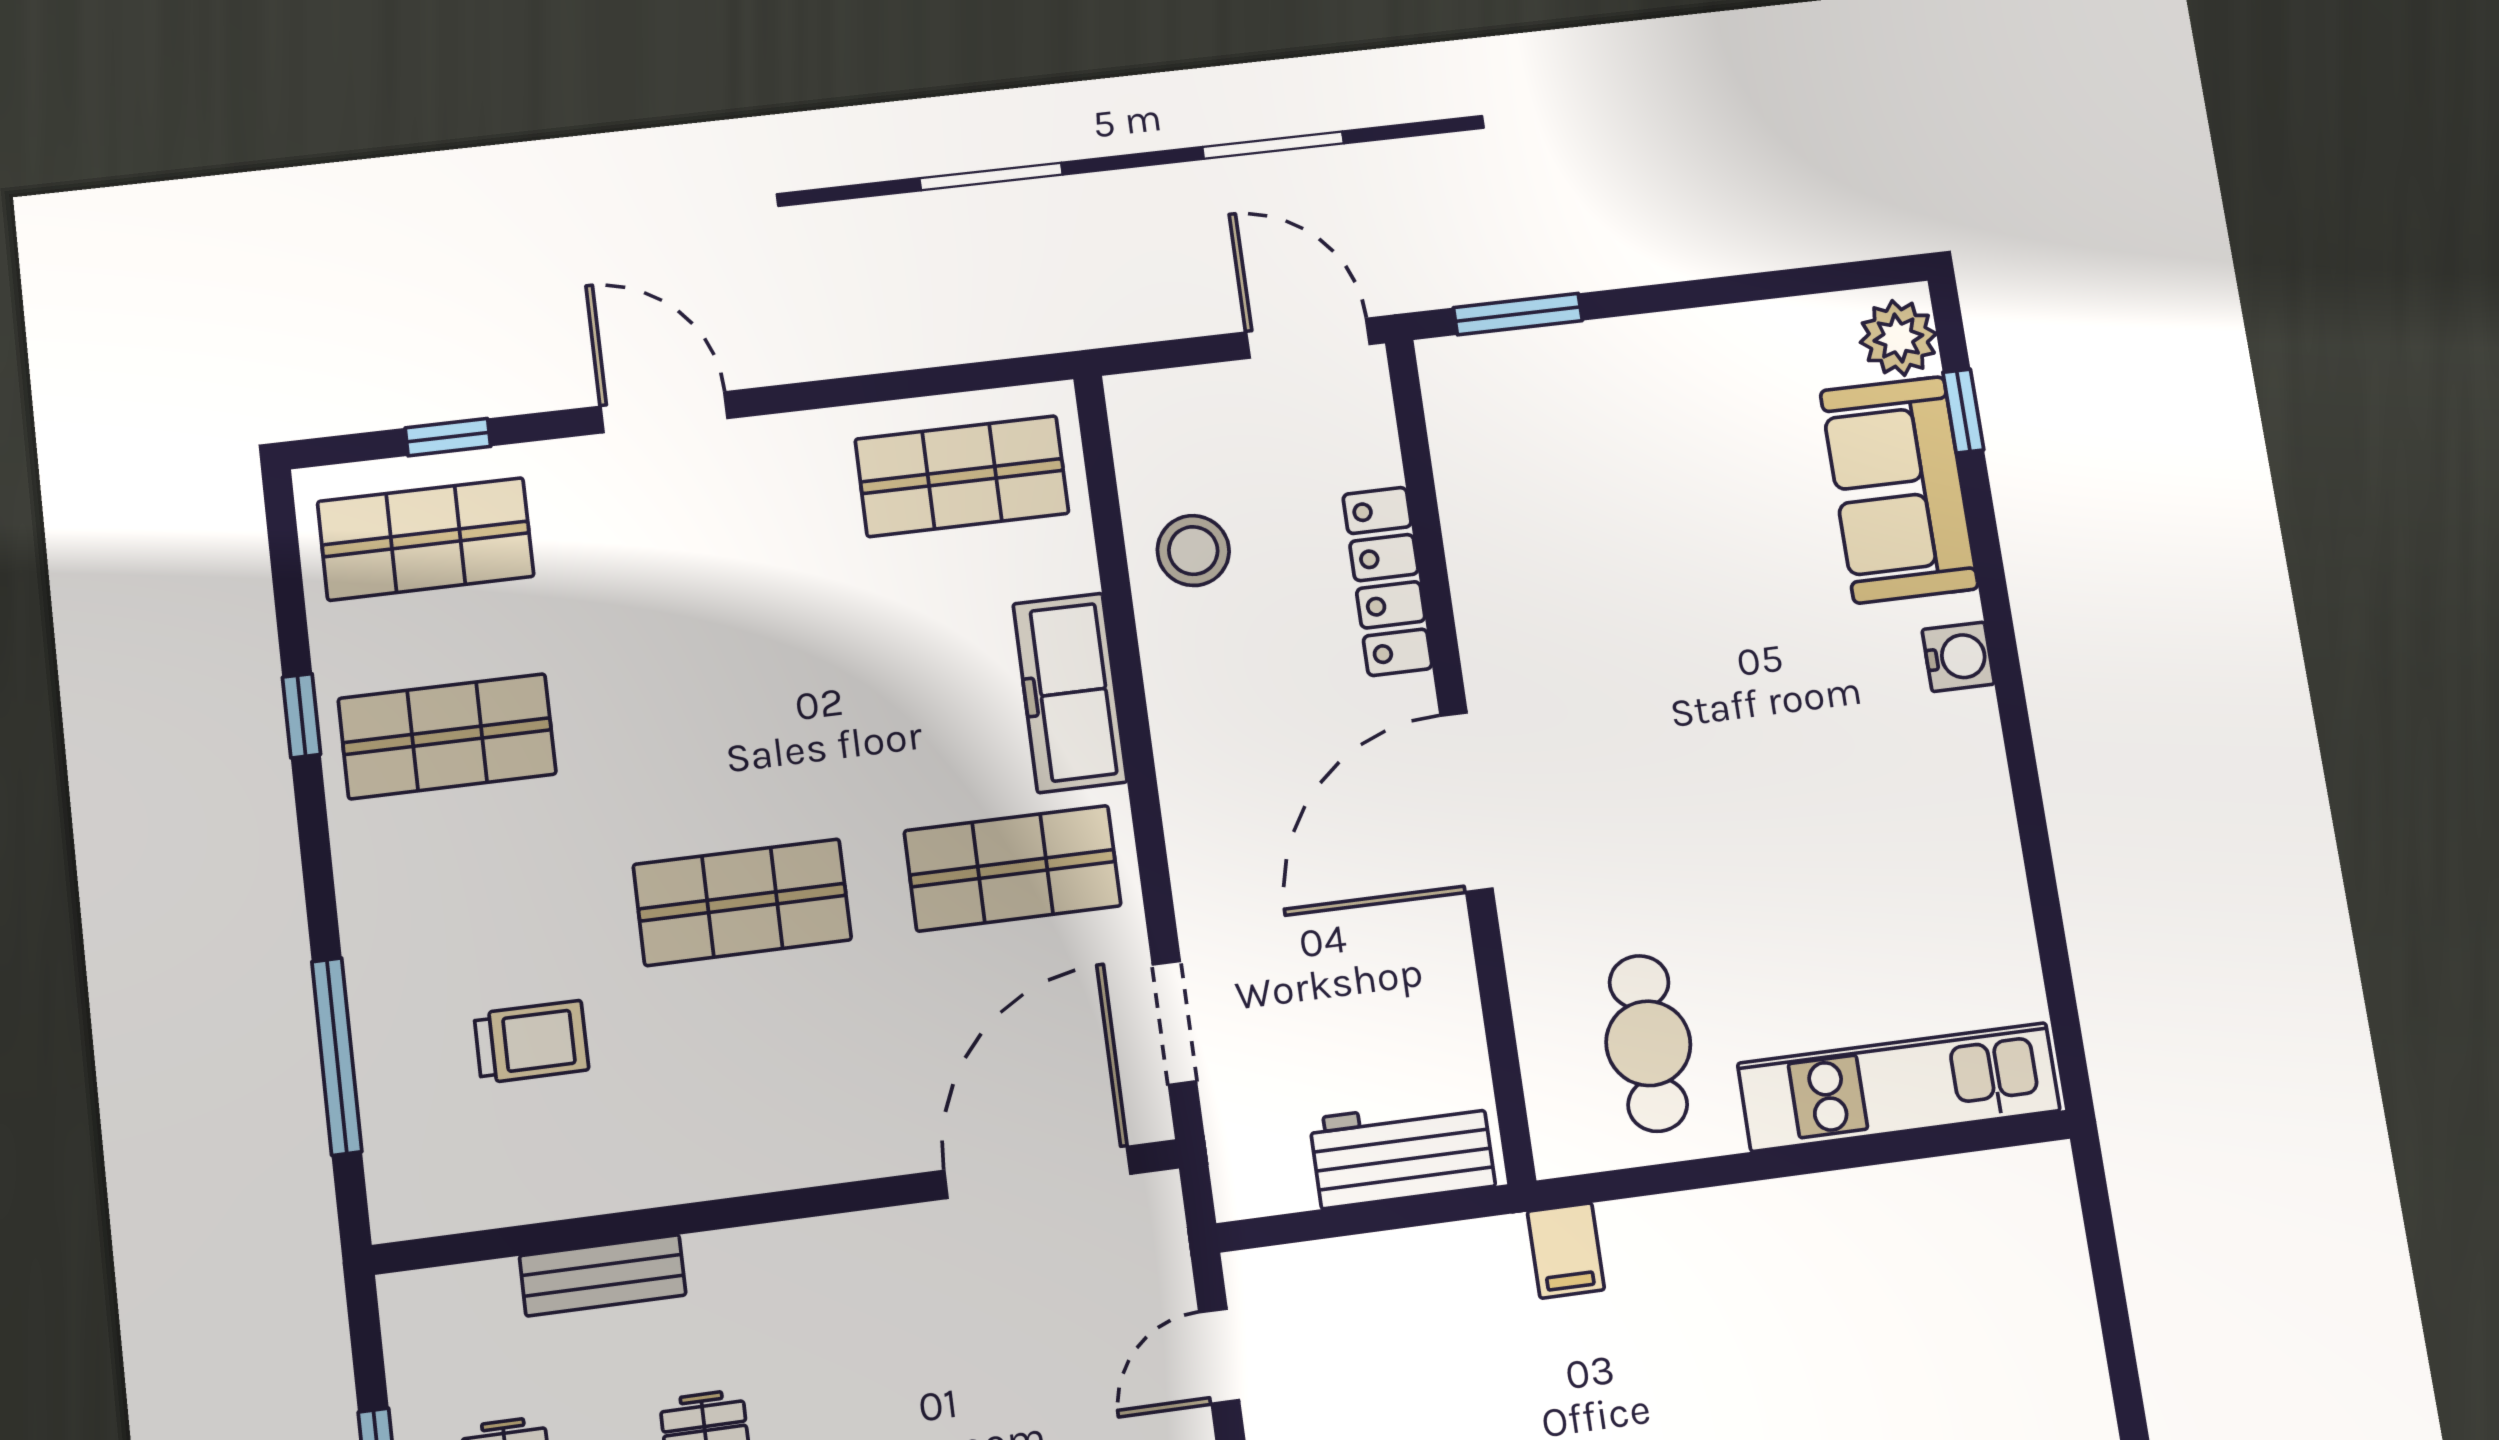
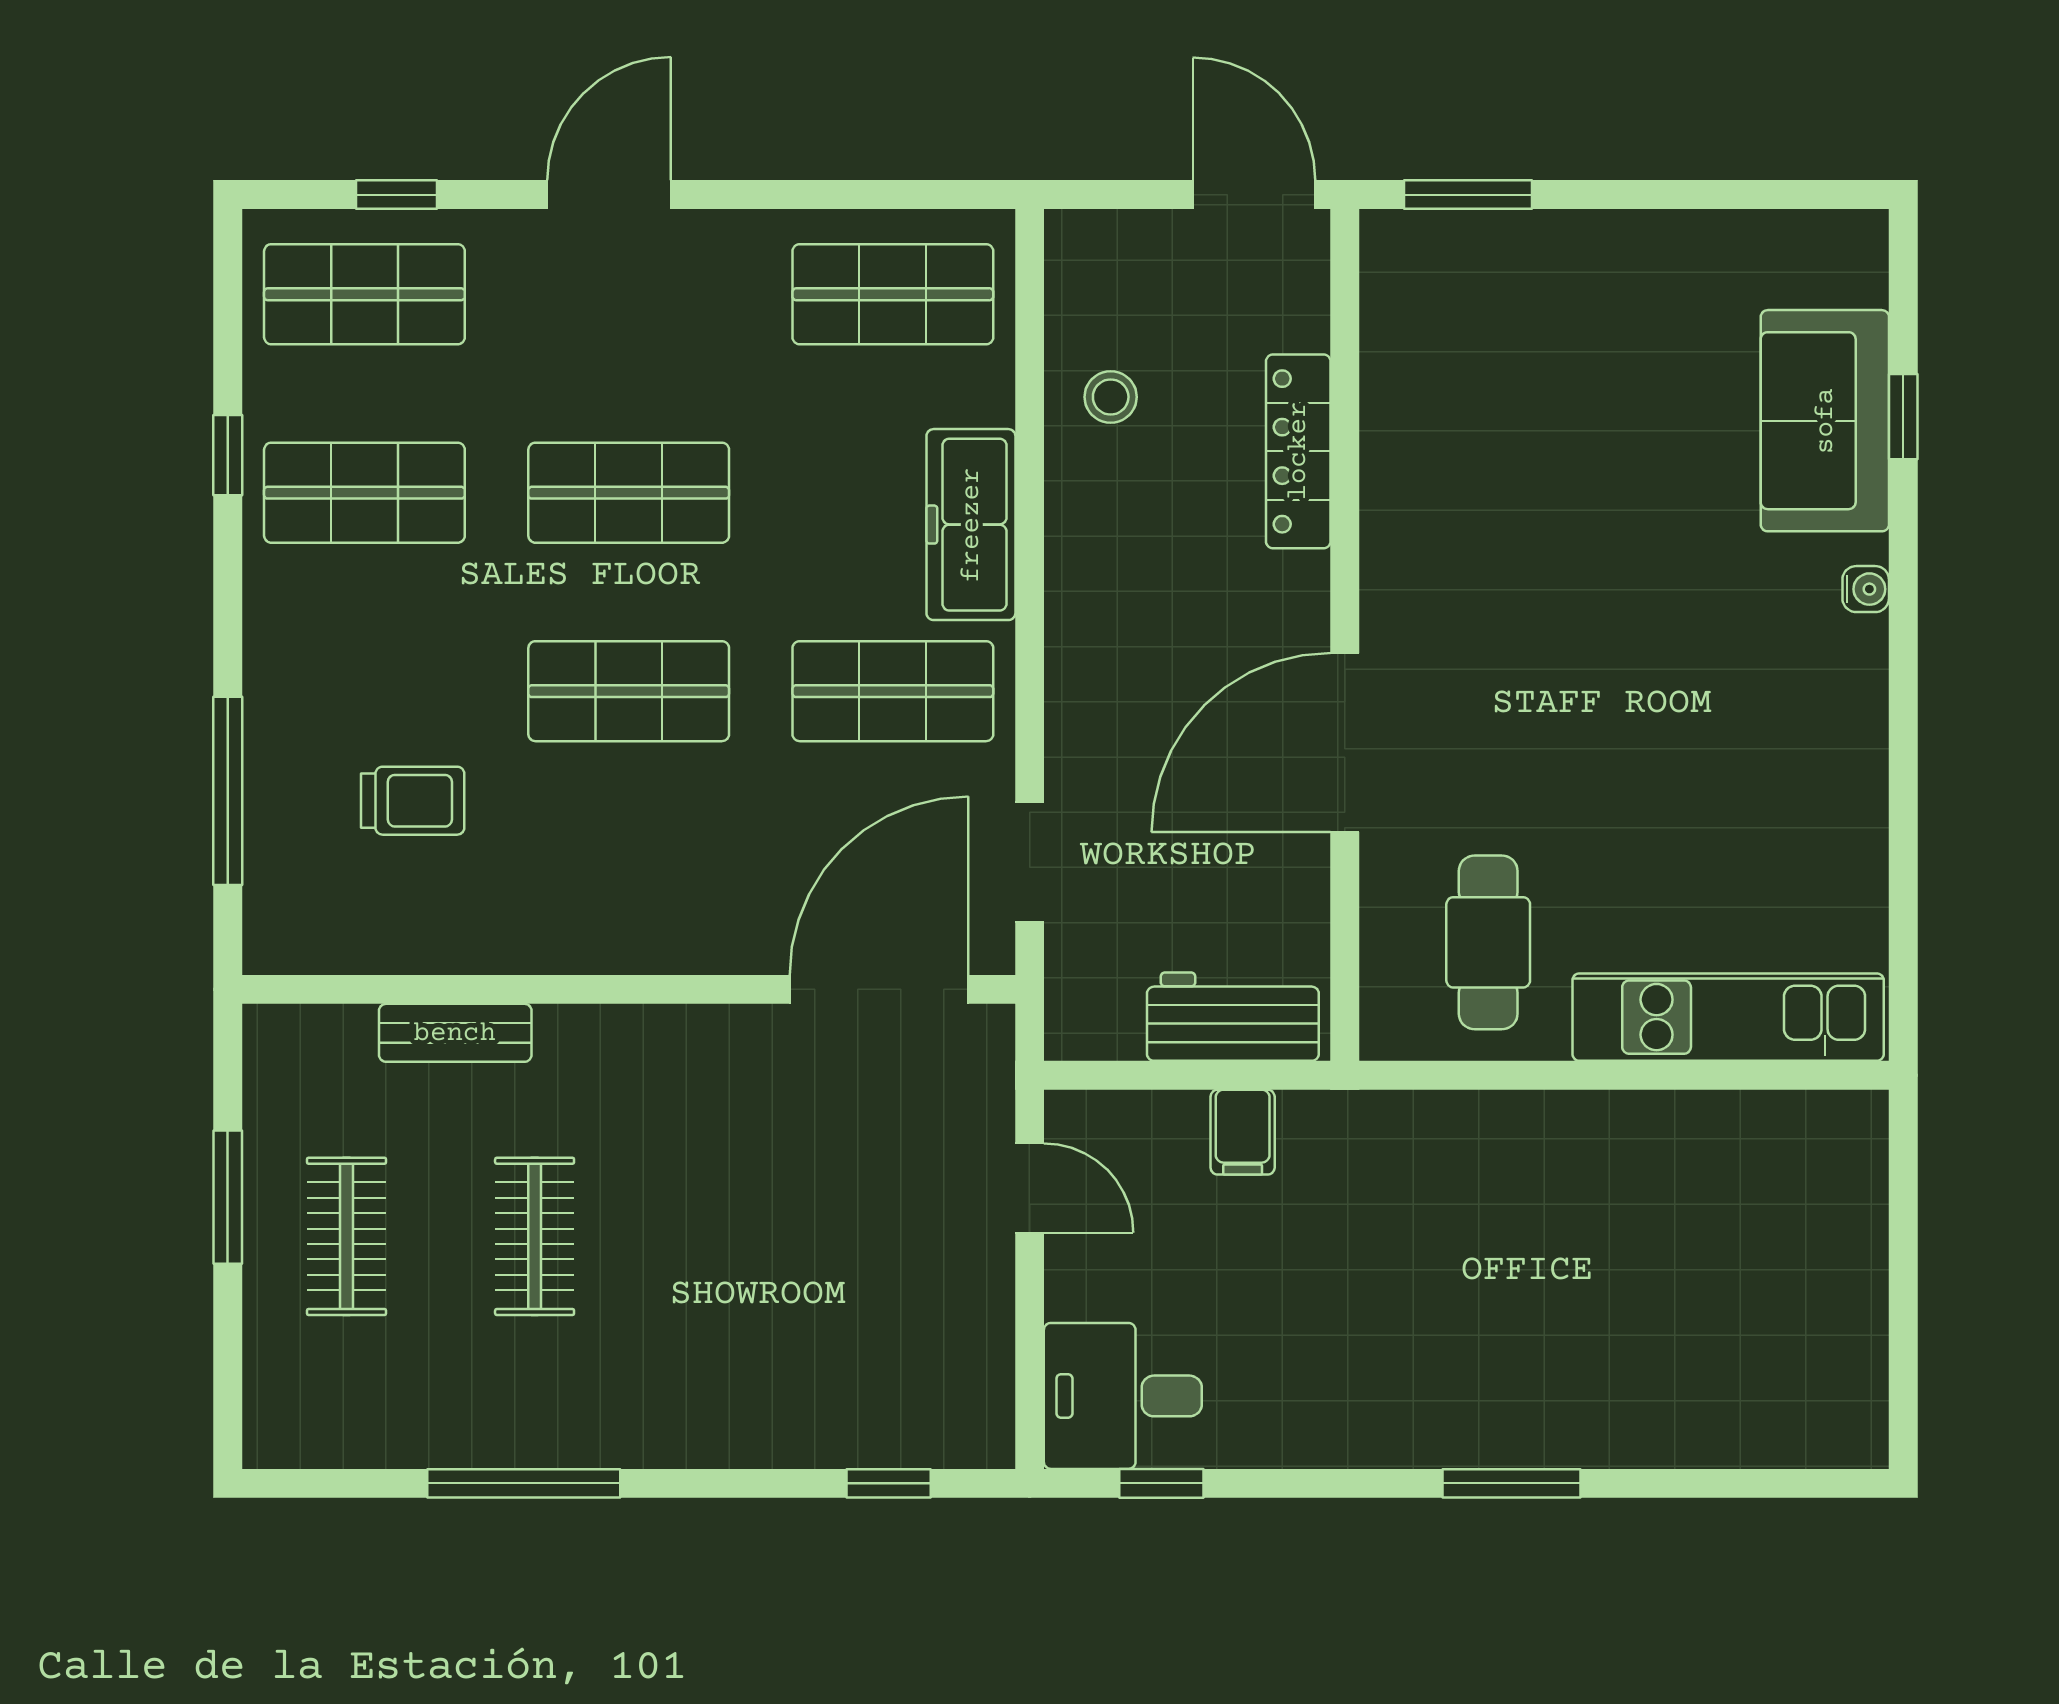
plant: (1898, 338) -> (1849, 265), removed
window: (1963, 411) -> (1903, 417), moved
door: (664, 412) -> (609, 195), hinge flipped
stool: (1193, 551) -> (1111, 397), width x0.73, depth x0.73
water cooler: (1958, 657) -> (1866, 589), width x0.72, depth x0.72
shop shelf: (719, 703) -> (629, 493), added
door: (1466, 802) -> (1345, 743), moved
filing cabinet: (1566, 1251) -> (1243, 1132), moved
door: (1219, 1356) -> (1030, 1188), swing flipped

